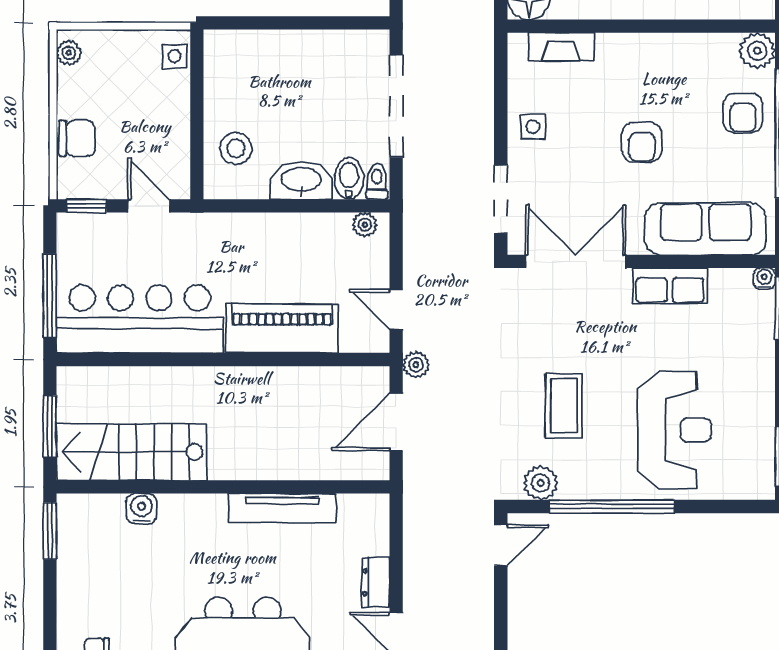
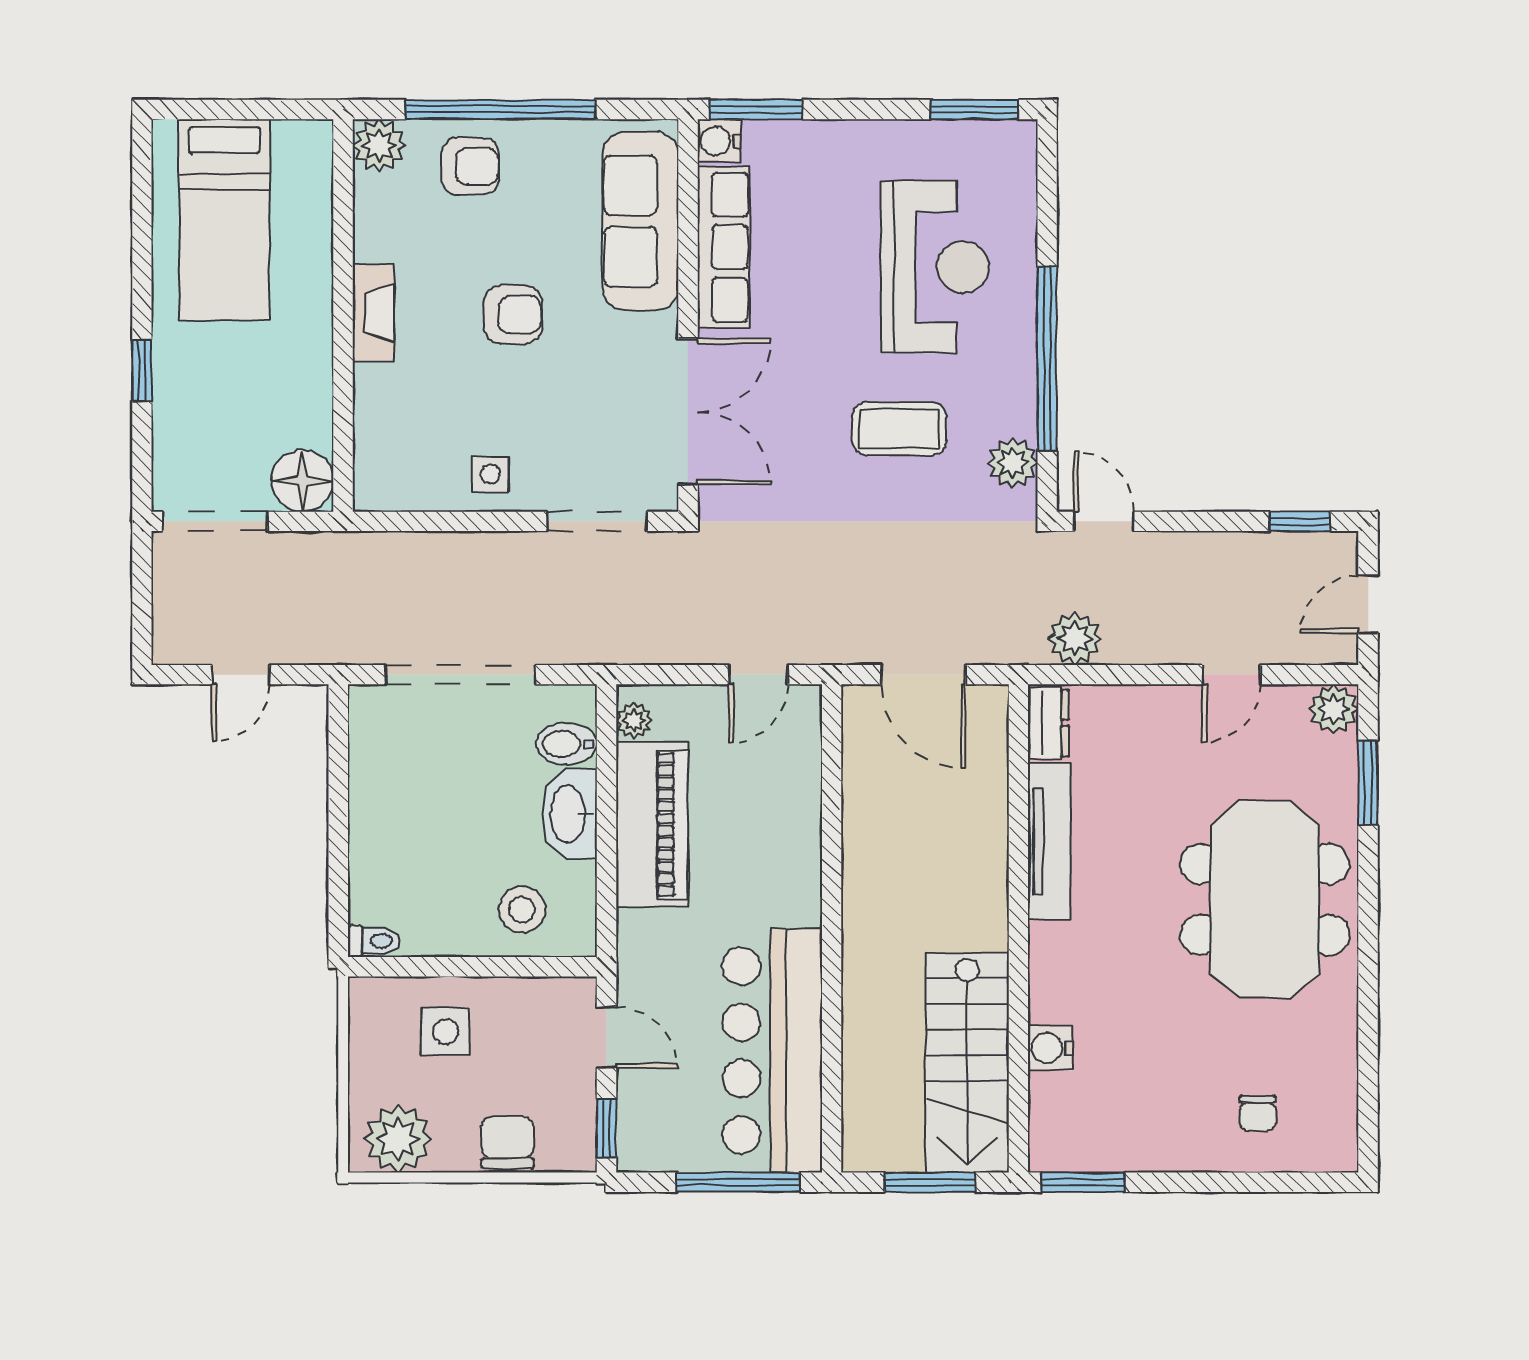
fireplace: (561, 47) -> (373, 313), moved
plant: (69, 53) -> (398, 1139), width x1.87, depth x1.87
side table: (174, 56) -> (446, 1031), moved, width x1.37, depth x1.37
toilet: (377, 182) -> (374, 941), moved, turned 180
door: (149, 206) -> (607, 1037), swing flipped
double door: (576, 261) -> (688, 412), swing flipped
water cooler: (764, 279) -> (719, 141), width x1.38, depth x1.38
row of seats: (670, 286) -> (724, 247), width x1.48
piano: (282, 329) -> (652, 825), moved, turned 180
plant: (416, 365) -> (1075, 638), moved, width x1.38, depth x1.38
reception desk: (674, 430) -> (935, 267), turned 90
dresser: (376, 582) -> (1048, 723), moved, turned -90

